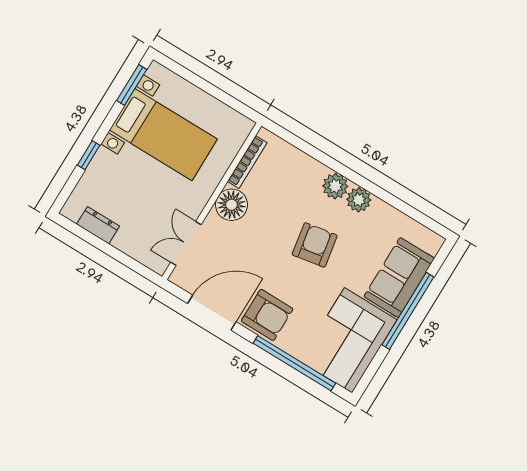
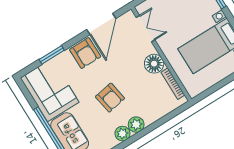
armchair: (267, 315) -> (85, 53), turned -90
window: (294, 363) -> (52, 55), width x0.47

